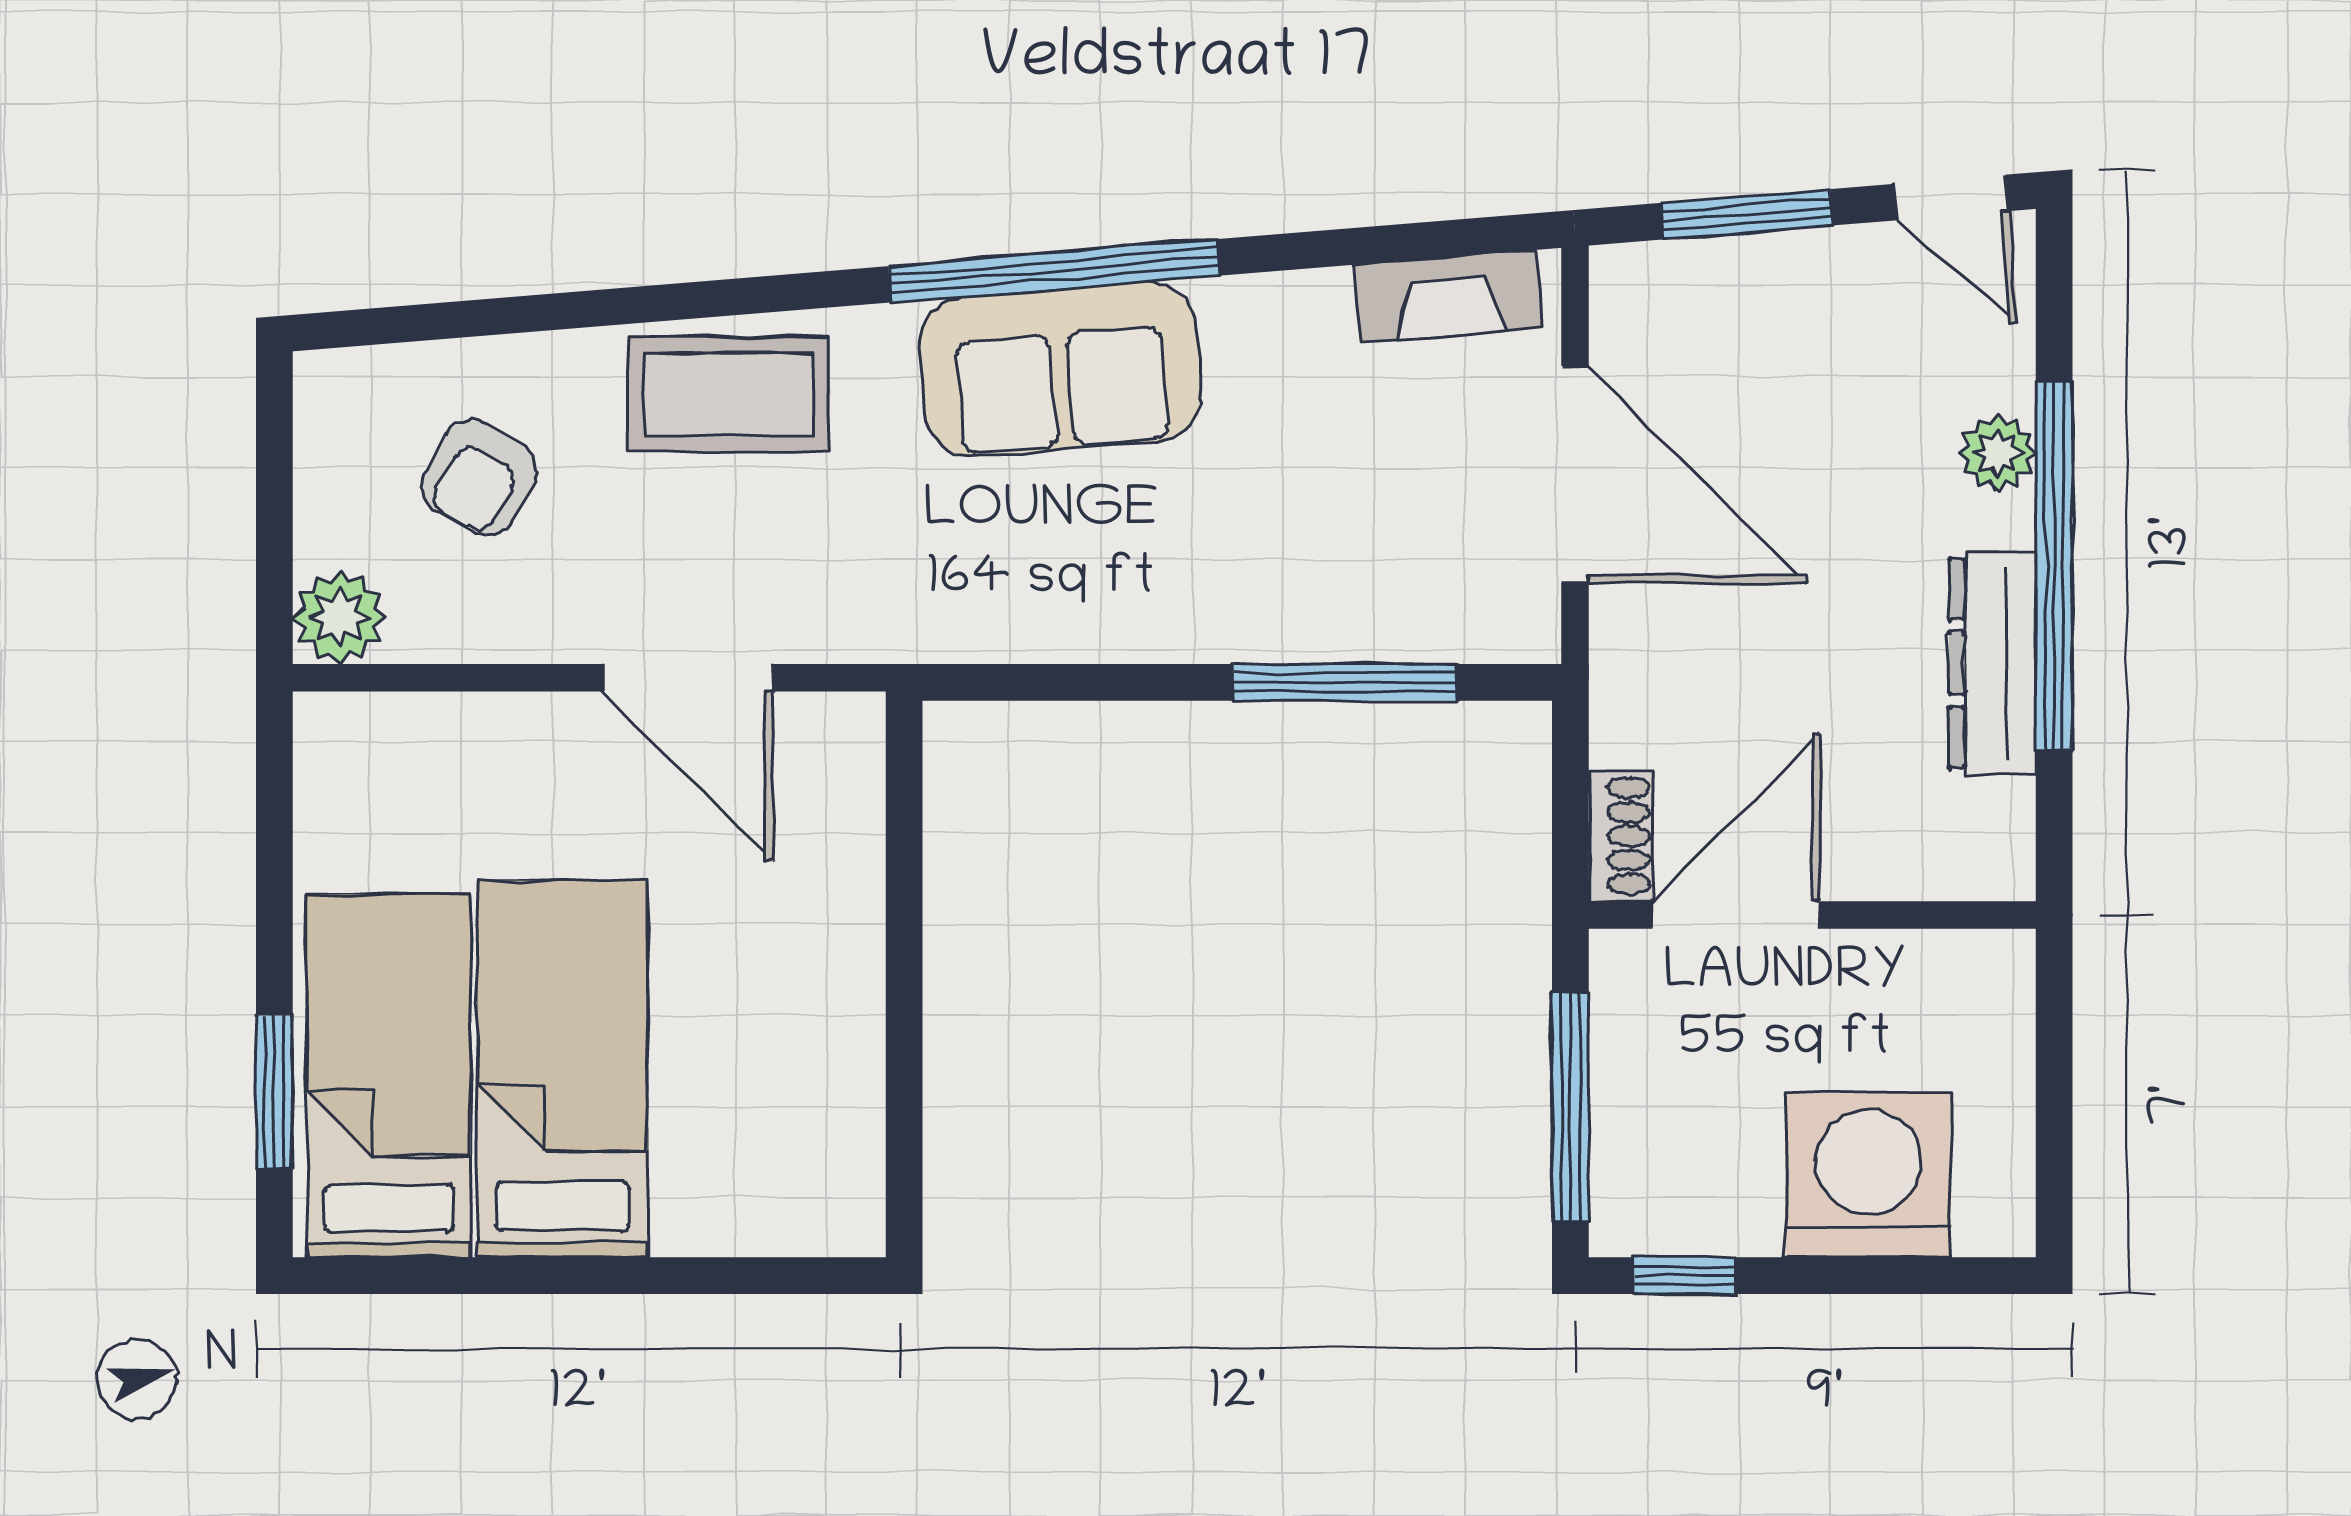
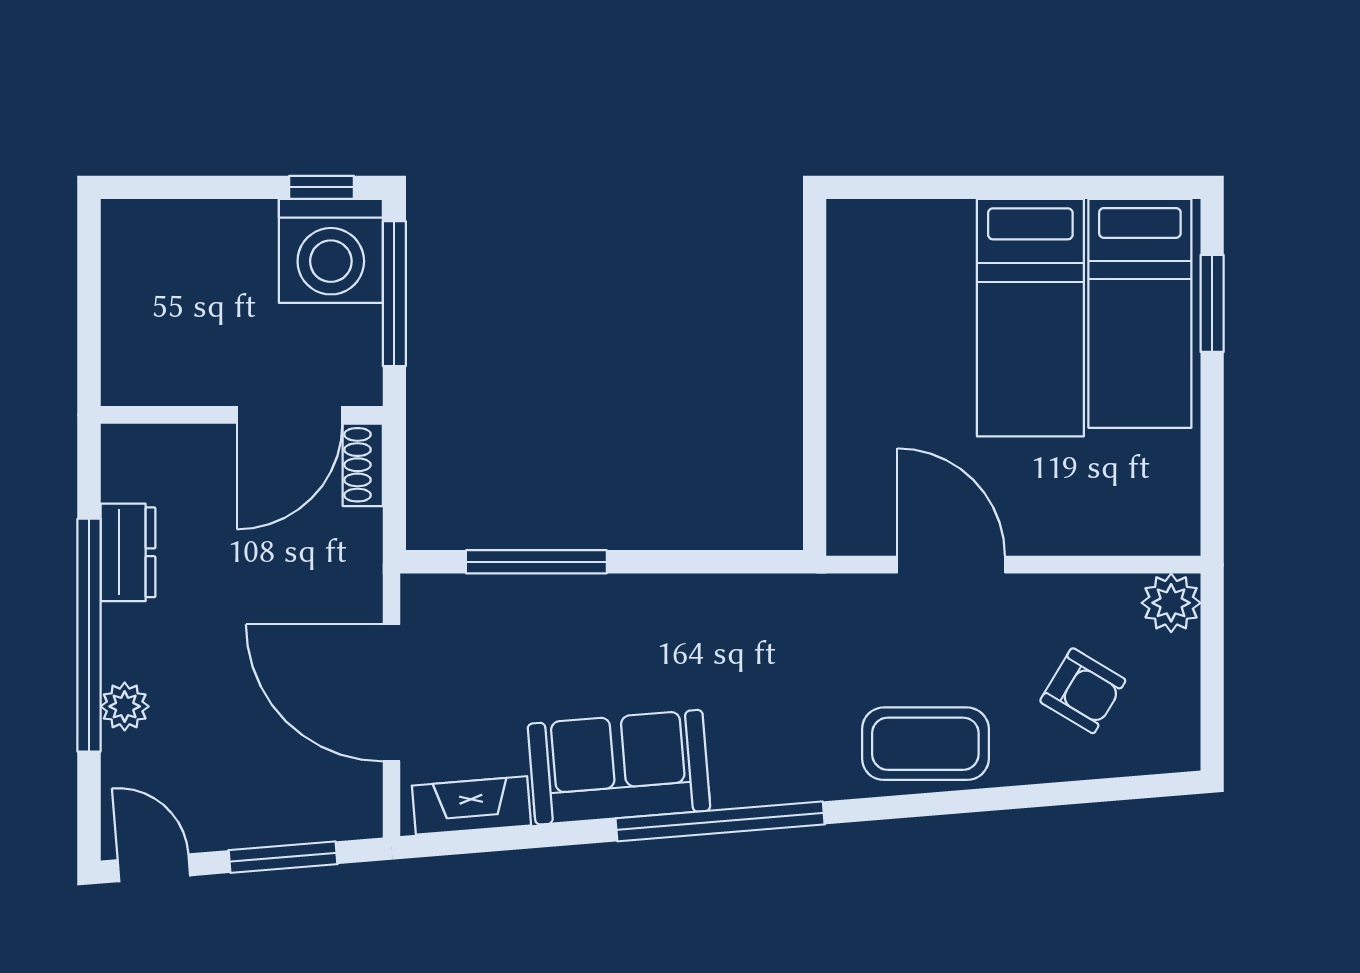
sofa: (1061, 369) -> (619, 767), moved
armchair: (479, 478) -> (1083, 691), turned 91
dresser: (1992, 663) -> (128, 552), width x0.70
washing machine: (1868, 1175) -> (331, 251), moved

